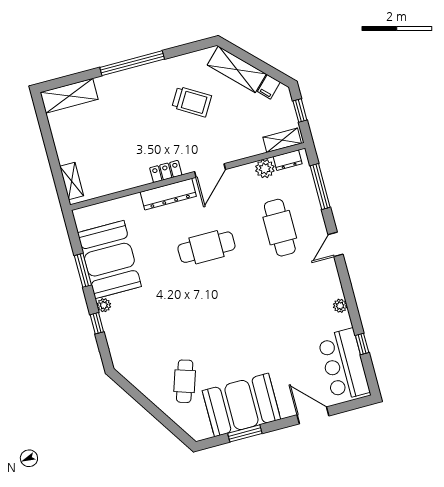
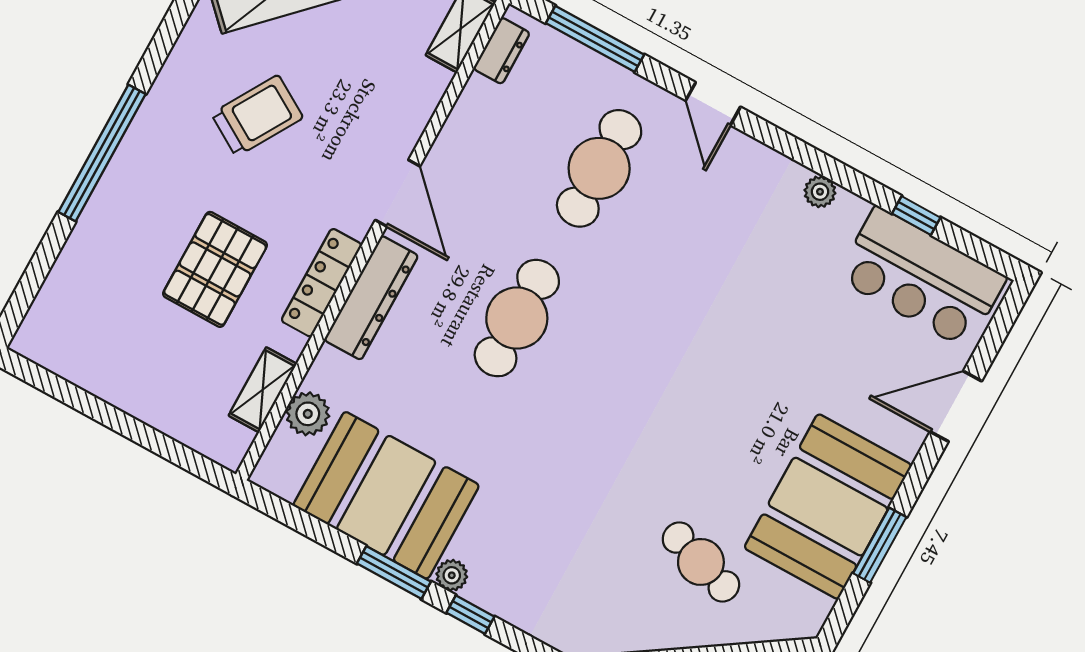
shelving: (69, 96) -> (57, 306), removed
pallet: (129, 135) -> (215, 269), added
plant: (265, 169) -> (308, 414), moved
locker: (166, 171) -> (322, 283), width x1.53
shelving: (72, 181) -> (263, 390), moved, turned 90
cafe table: (280, 228) -> (599, 168), turned 90
window: (83, 270) -> (394, 573), moved

